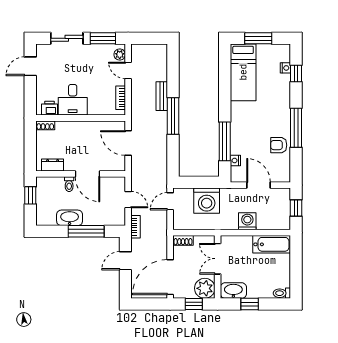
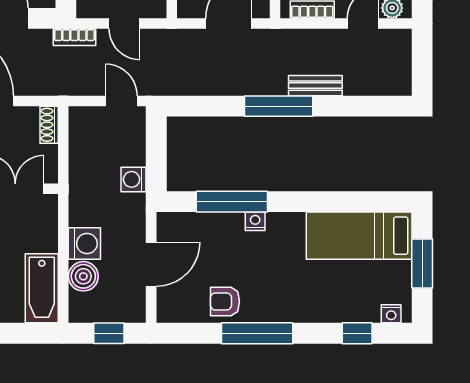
nightstand: (285, 68) -> (391, 314), moved
armchair: (279, 145) -> (225, 301), turned -90
nightstand: (235, 160) -> (255, 221), moved
door: (128, 200) -> (124, 24), hinge flipped
washing machine: (207, 201) -> (134, 179), width x0.53, depth x0.53
boiler: (265, 222) -> (83, 276), added

